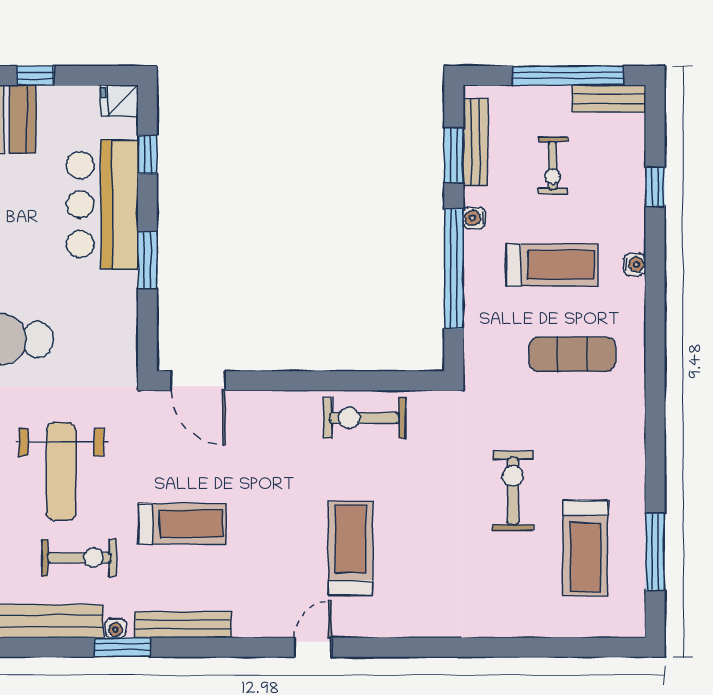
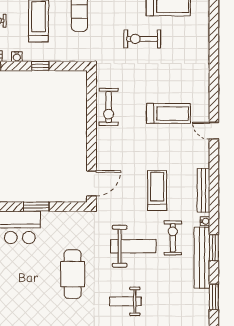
window: (454, 269) -> (40, 66), width x0.32
treadmill: (350, 548) -> (168, 113), turned 180
window: (122, 647) -> (214, 248), moved

